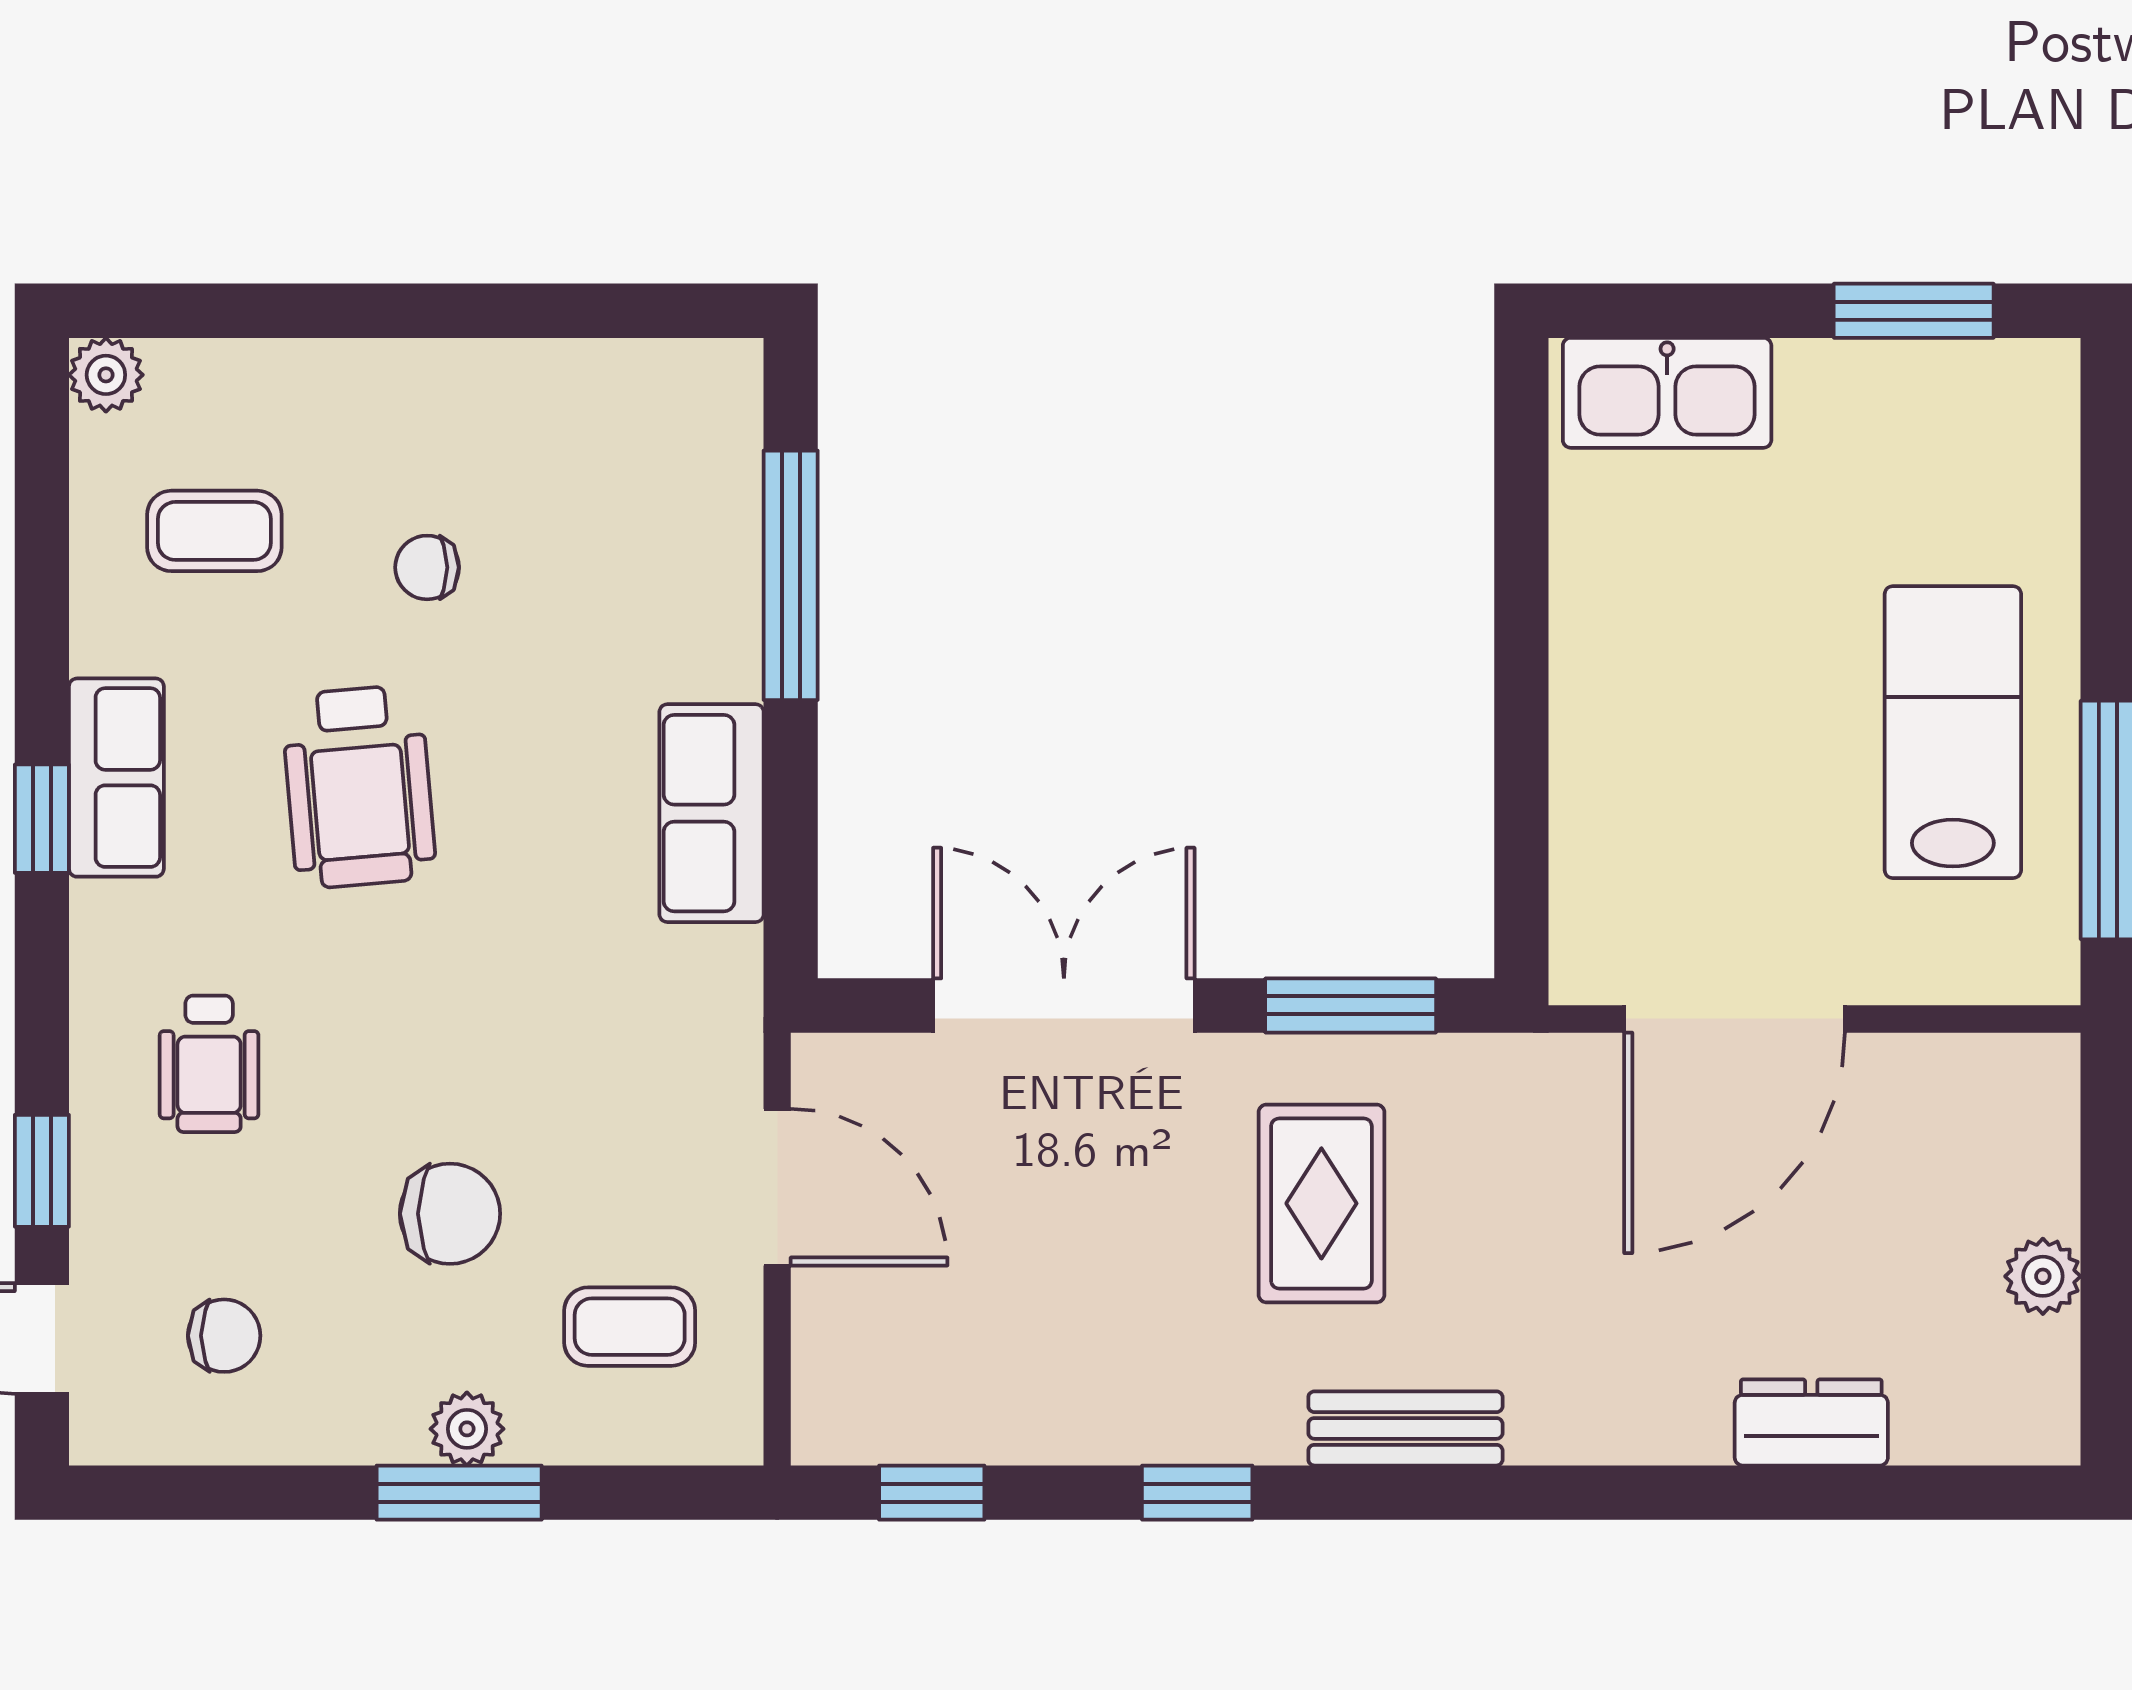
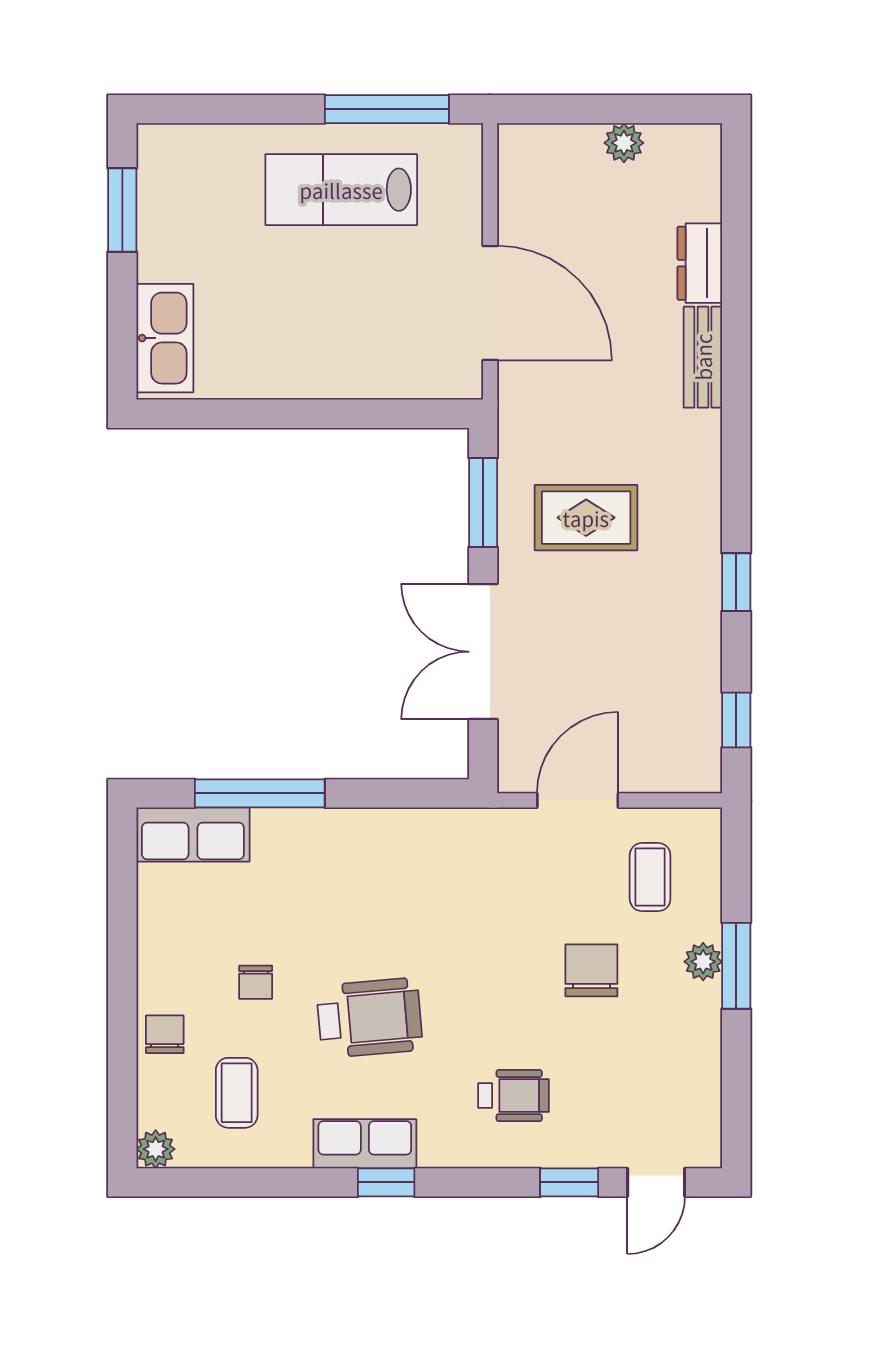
row of seats: (711, 813) -> (193, 835), moved
chair: (224, 1336) -> (165, 1034), moved
bench: (1405, 1428) -> (703, 357), moved

